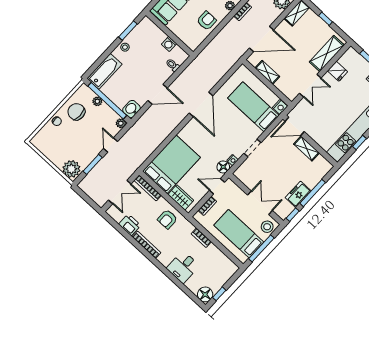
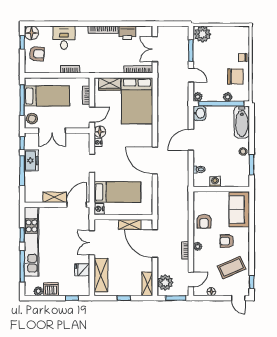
door: (261, 39) -> (155, 244), hinge flipped
armchair: (167, 219) -> (37, 54), moved, turned 94

